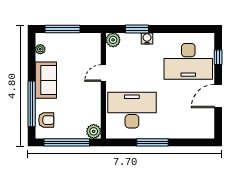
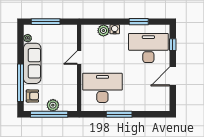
window: (137, 29) -> (139, 22), moved
plant: (113, 40) -> (103, 31), moved
desk: (188, 61) -> (148, 48), turned 180
sofa: (46, 80) -> (32, 63), width x1.36
plant: (94, 131) -> (53, 105), moved

